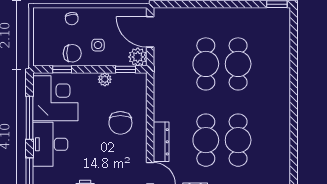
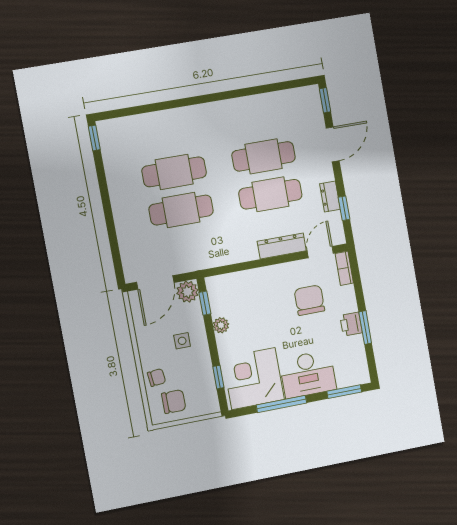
chair: (72, 53) -> (174, 402), moved, turned 89
chair: (120, 123) -> (309, 300), moved, turned -90

